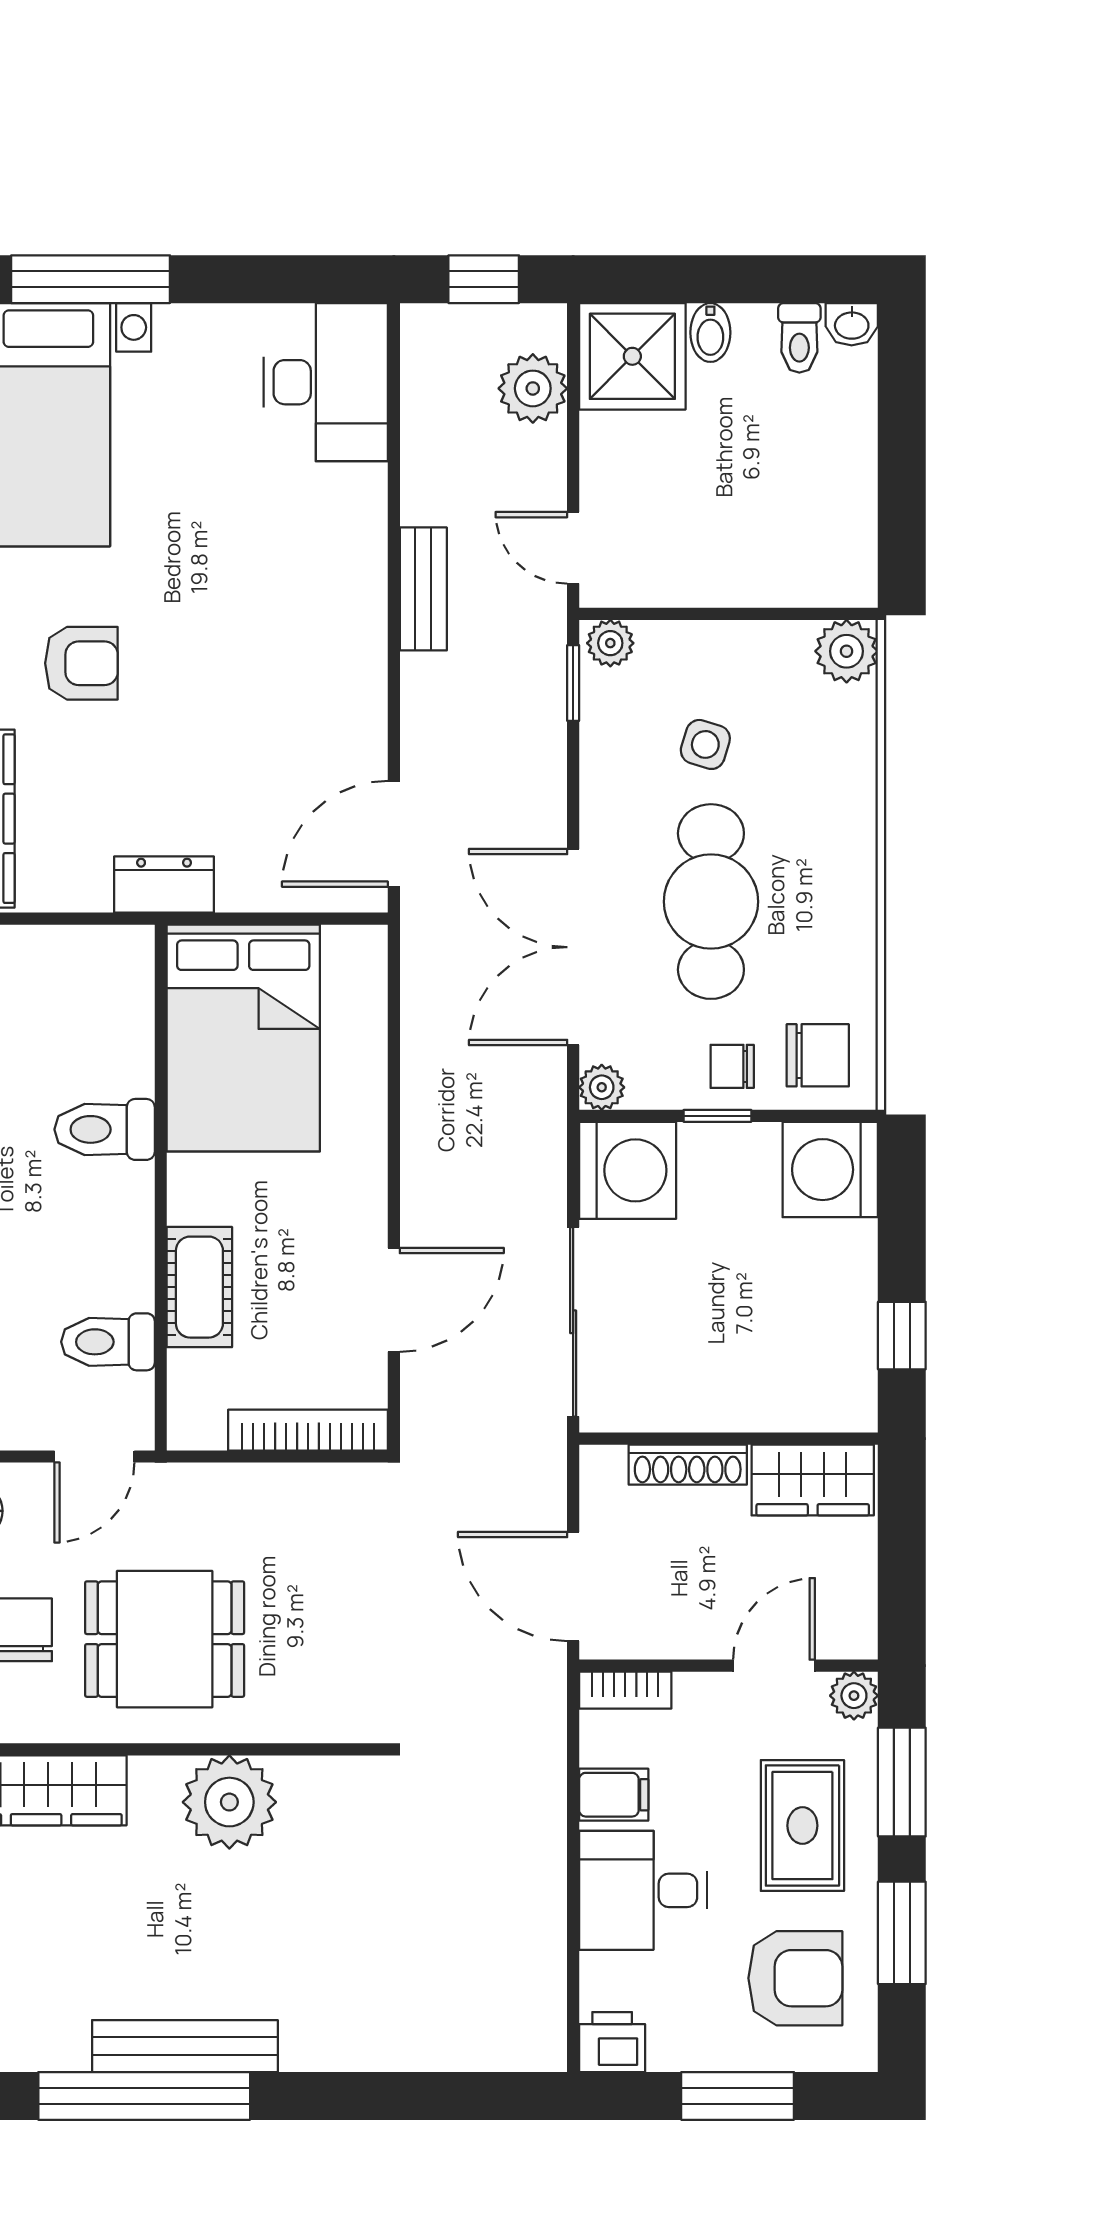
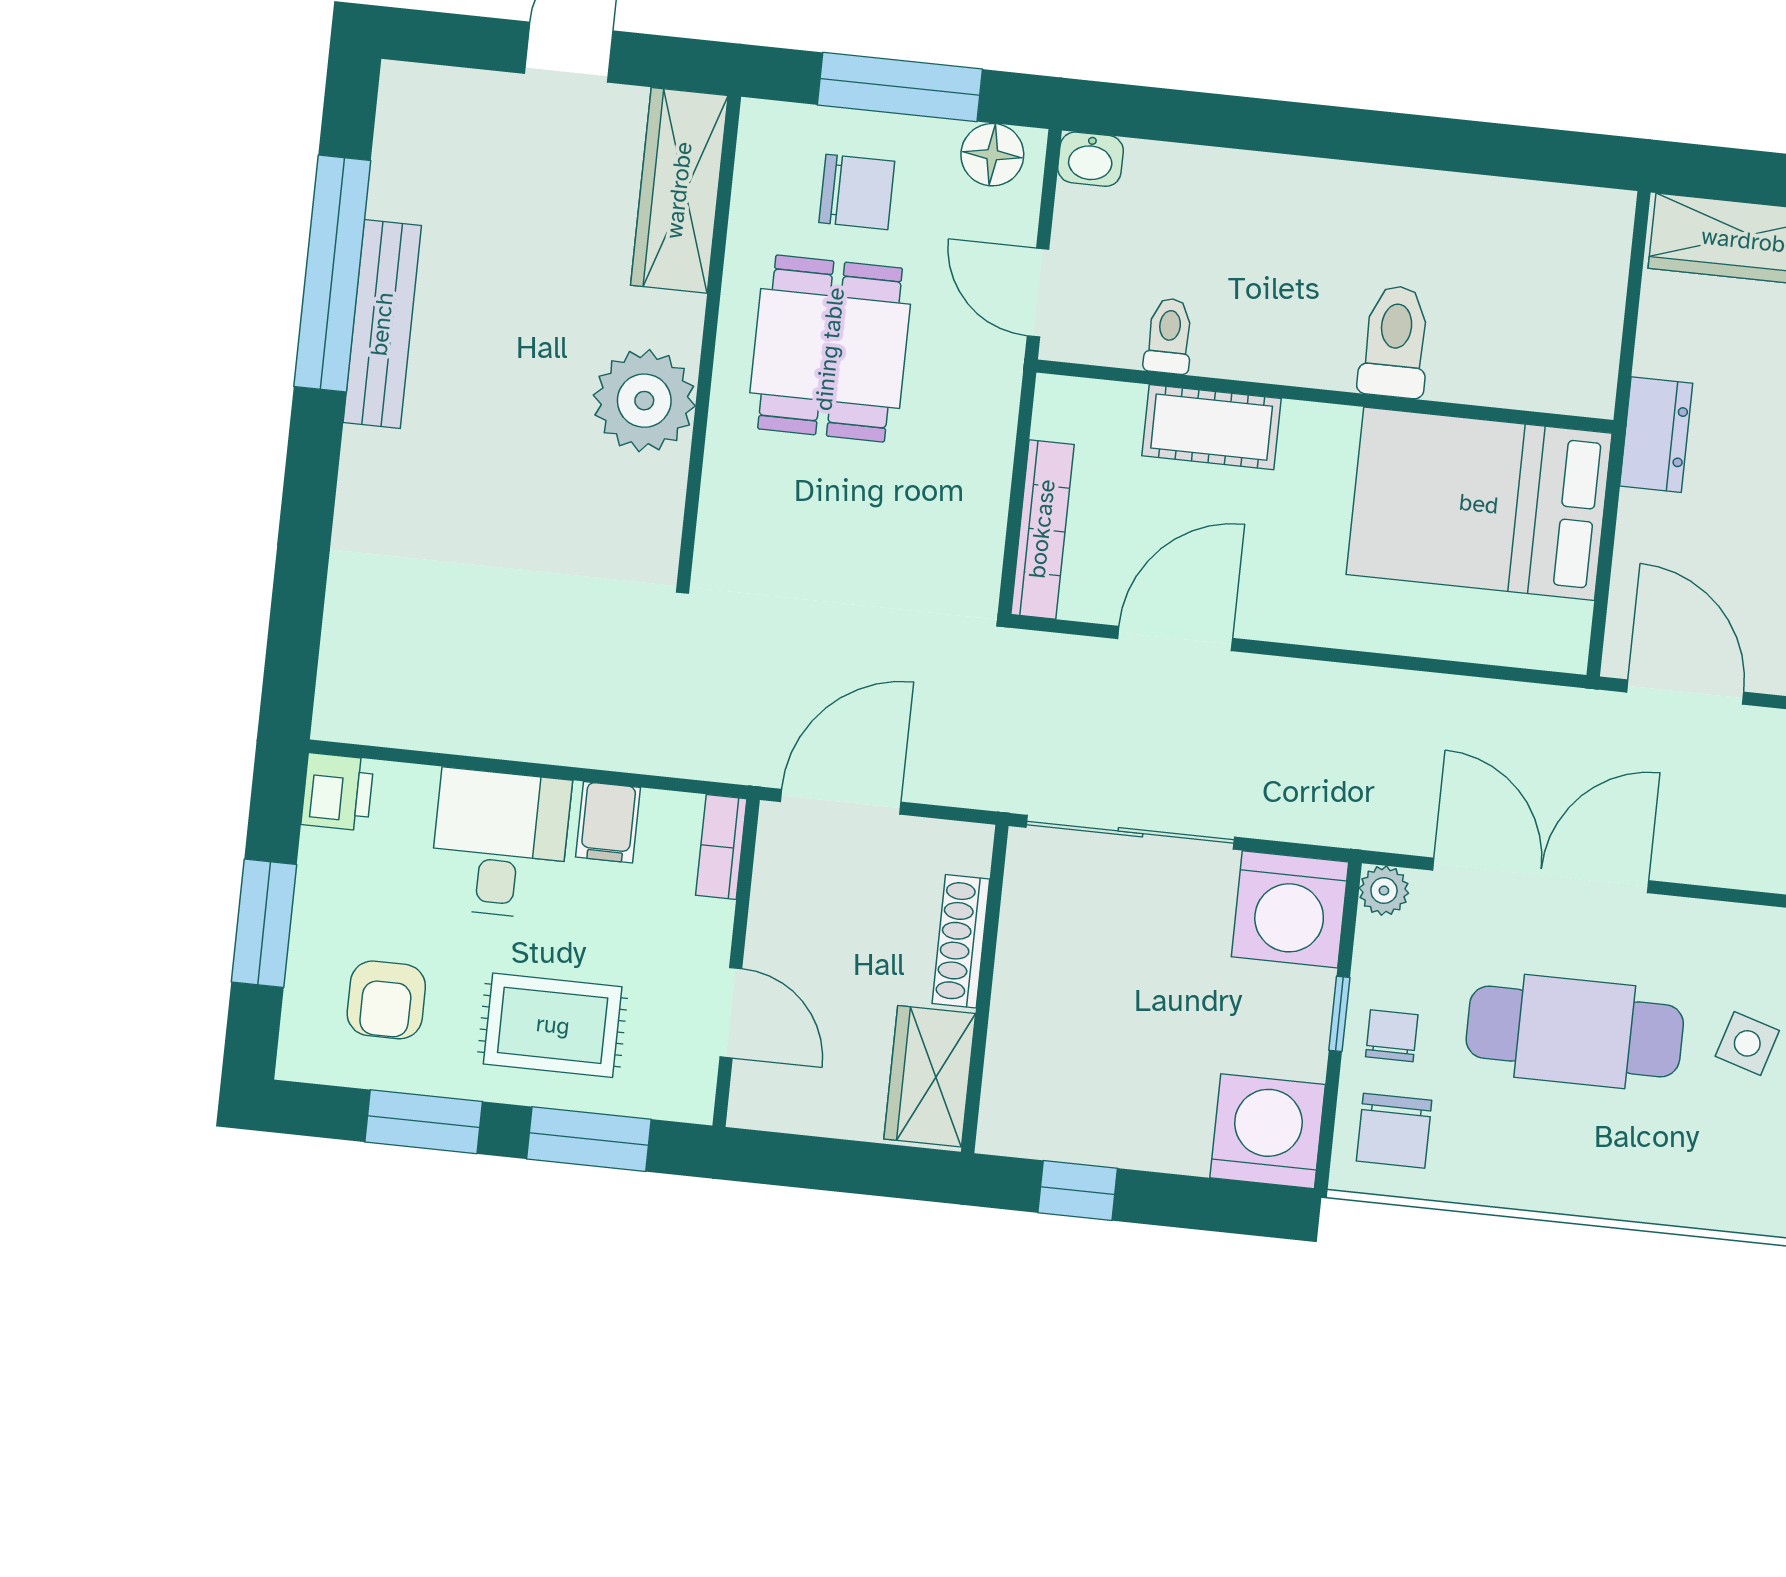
door: (394, 1300) -> (1175, 638), swing flipped
toilet: (108, 1342) -> (1169, 336), width x0.73, depth x0.72
plant: (854, 1696) -> (689, 1097), removed
armchair: (795, 1978) -> (386, 1000), width x0.72, depth x0.72

